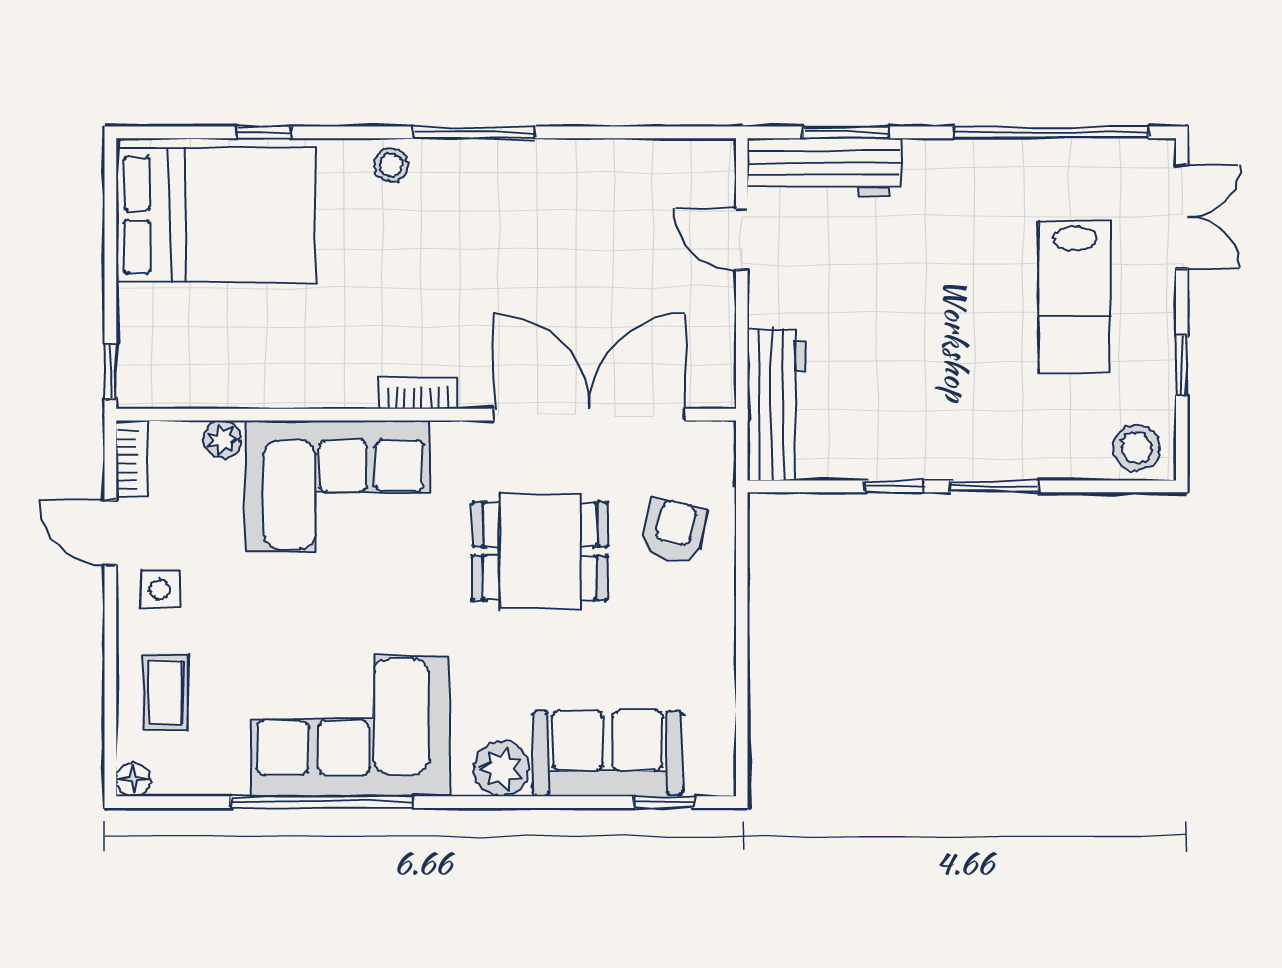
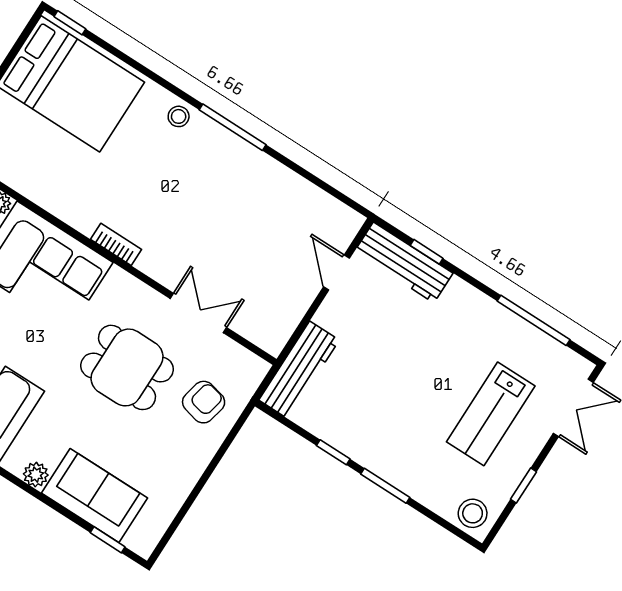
window: (263, 132) -> (70, 23), moved
window: (846, 132) -> (427, 252), width x0.67
window: (1051, 132) -> (534, 320), width x0.68
double door: (589, 415) -> (198, 313), width x0.54
plant: (502, 769) -> (36, 475), width x0.73, depth x0.73

